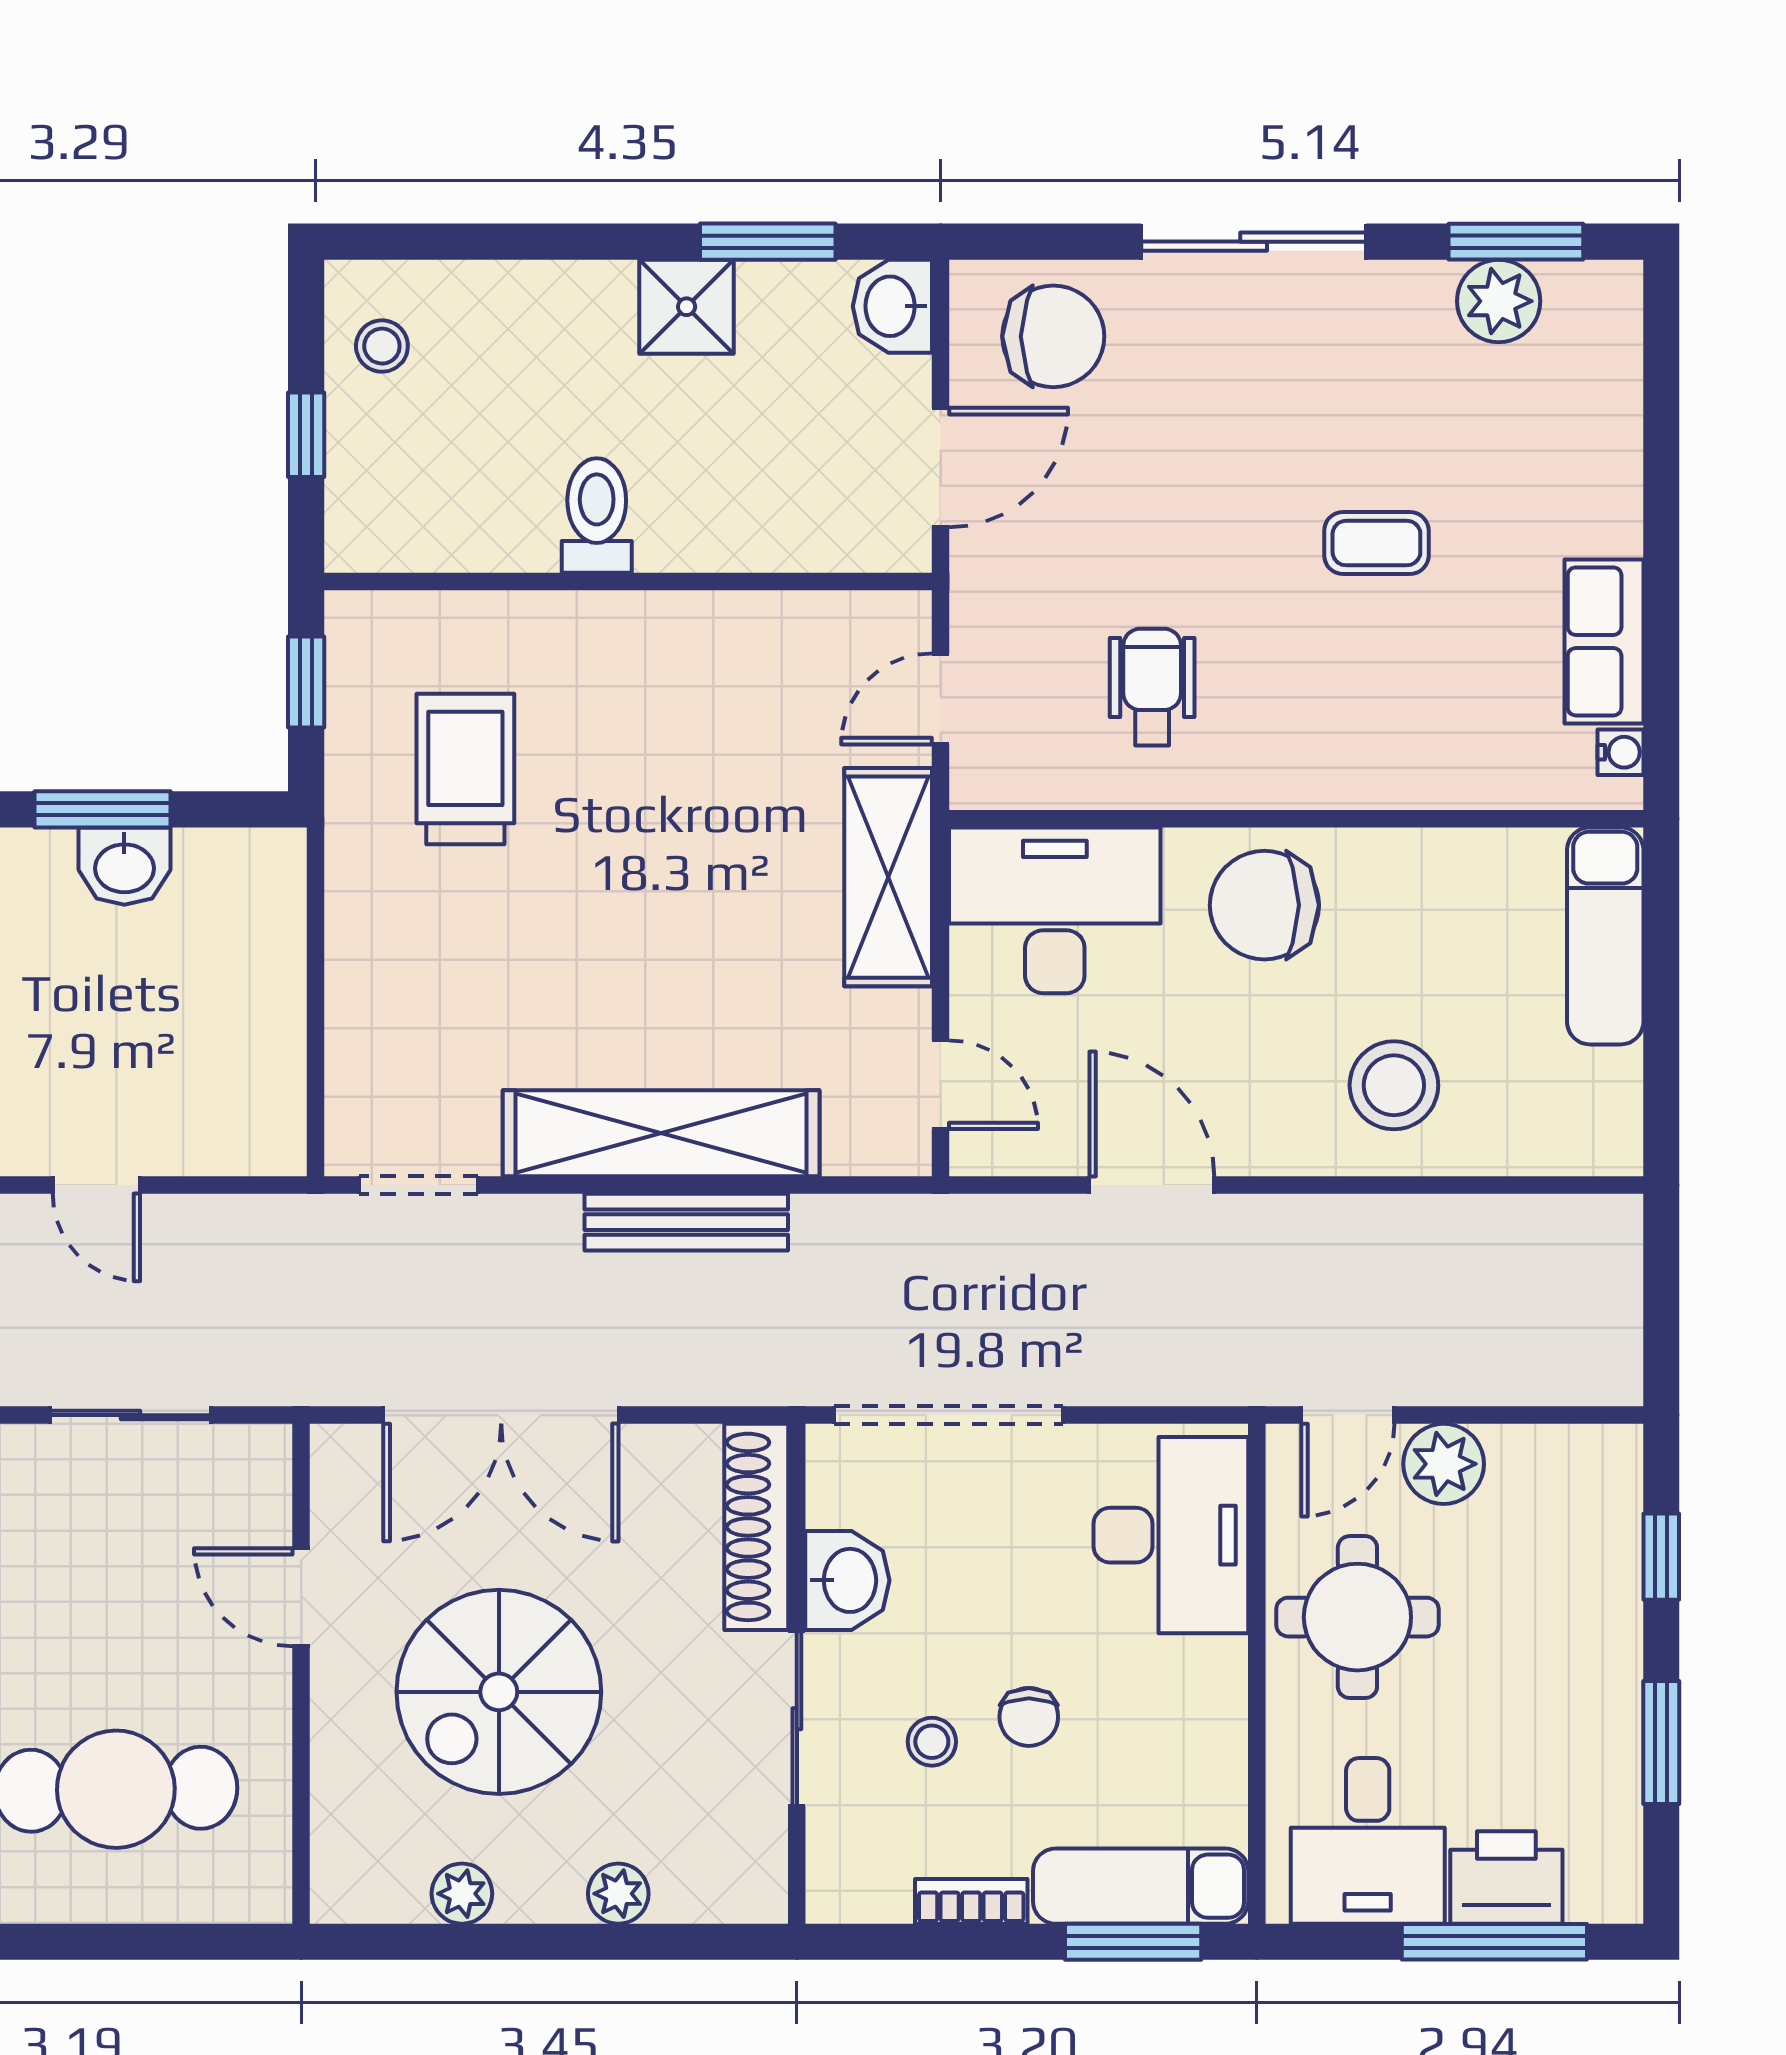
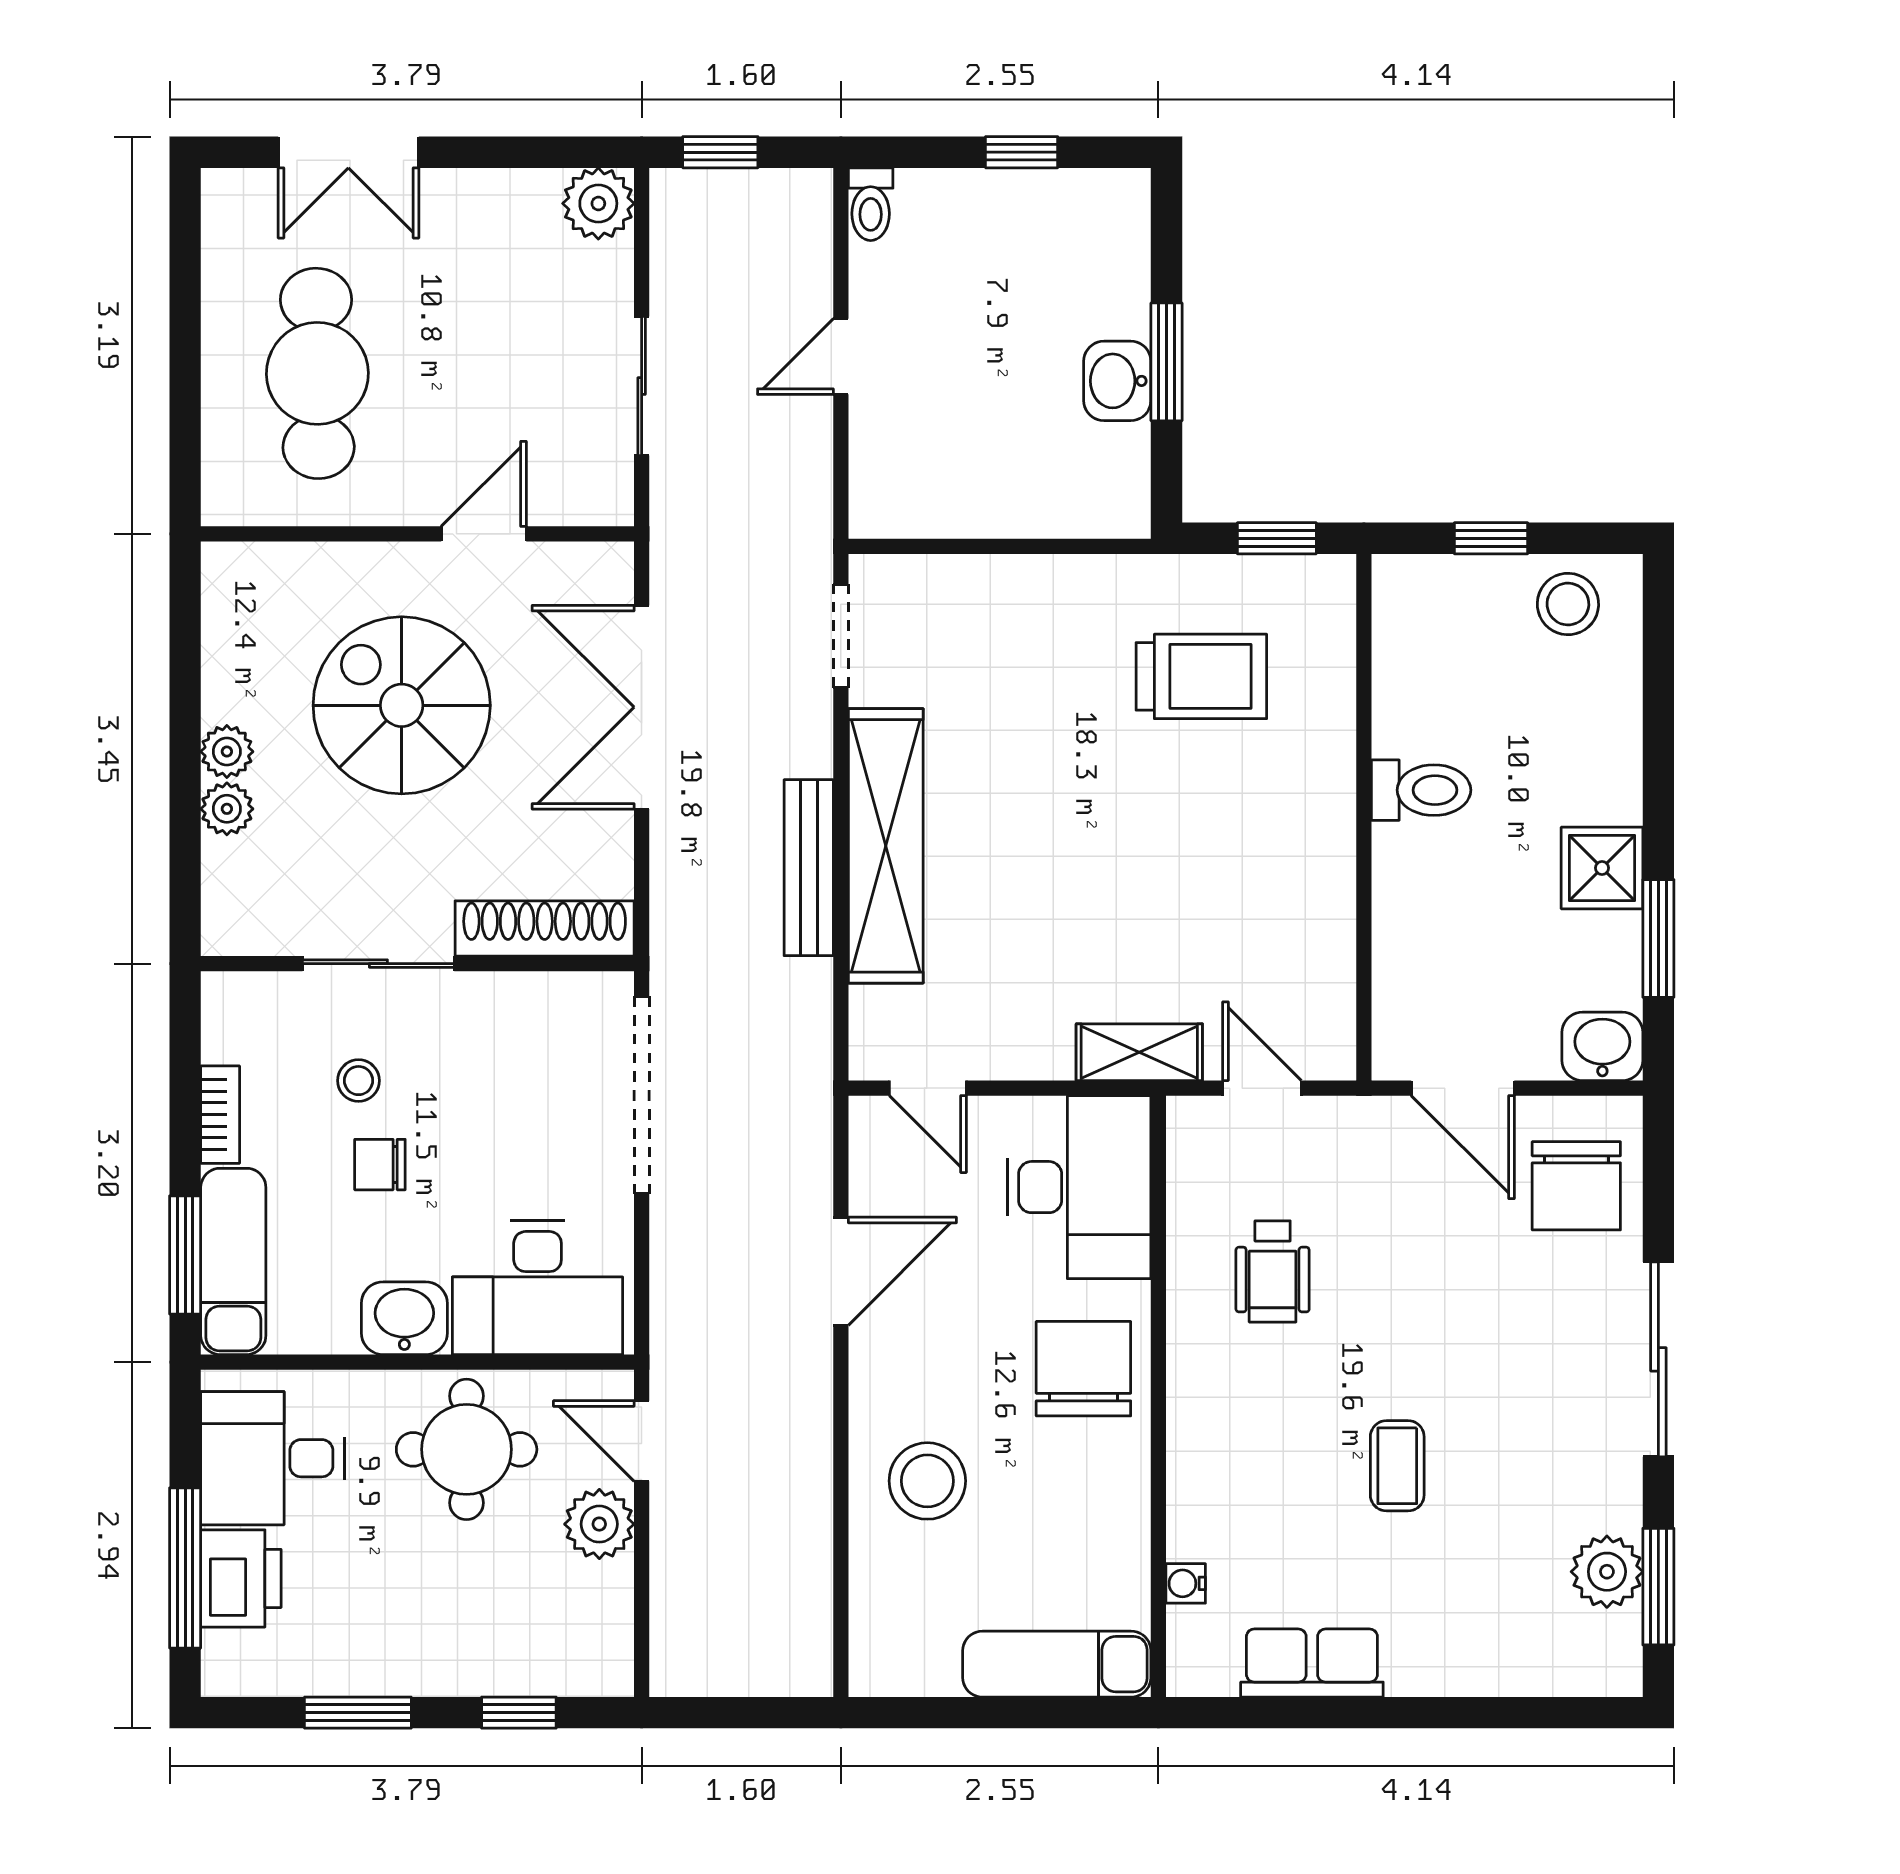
stool: (382, 346) -> (1568, 604), width x1.37, depth x1.37
wheelchair: (1152, 687) -> (1273, 1271), turned 90
water cooler: (1621, 752) -> (1186, 1583), moved, turned 90
shelving: (888, 877) -> (1139, 1052), width x0.67, depth x0.75
door: (941, 1085) -> (928, 1088), hinge flipped
washbasin: (847, 1580) -> (404, 1318), moved, turned 180
plant: (462, 1894) -> (227, 752), moved

